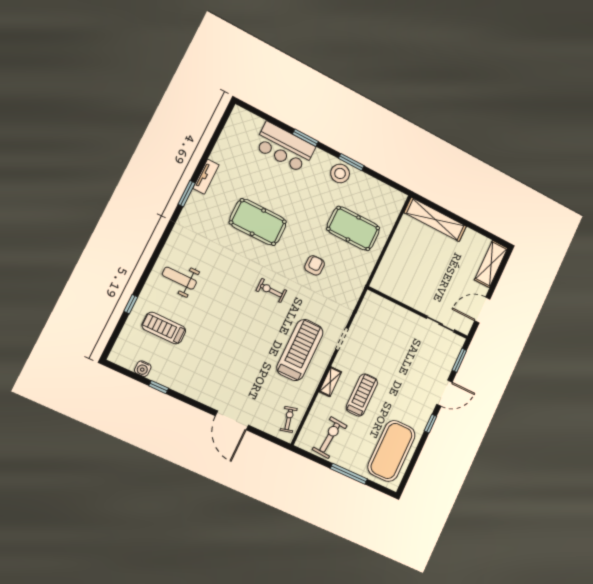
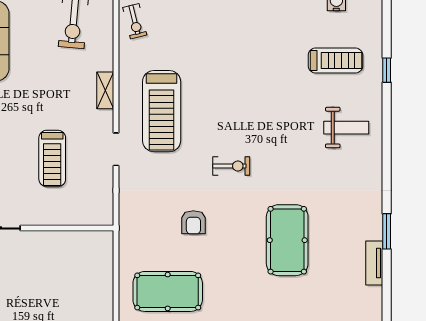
pool table: (258, 222) -> (287, 240), turned 90
treadmill: (362, 395) -> (52, 158), moved

